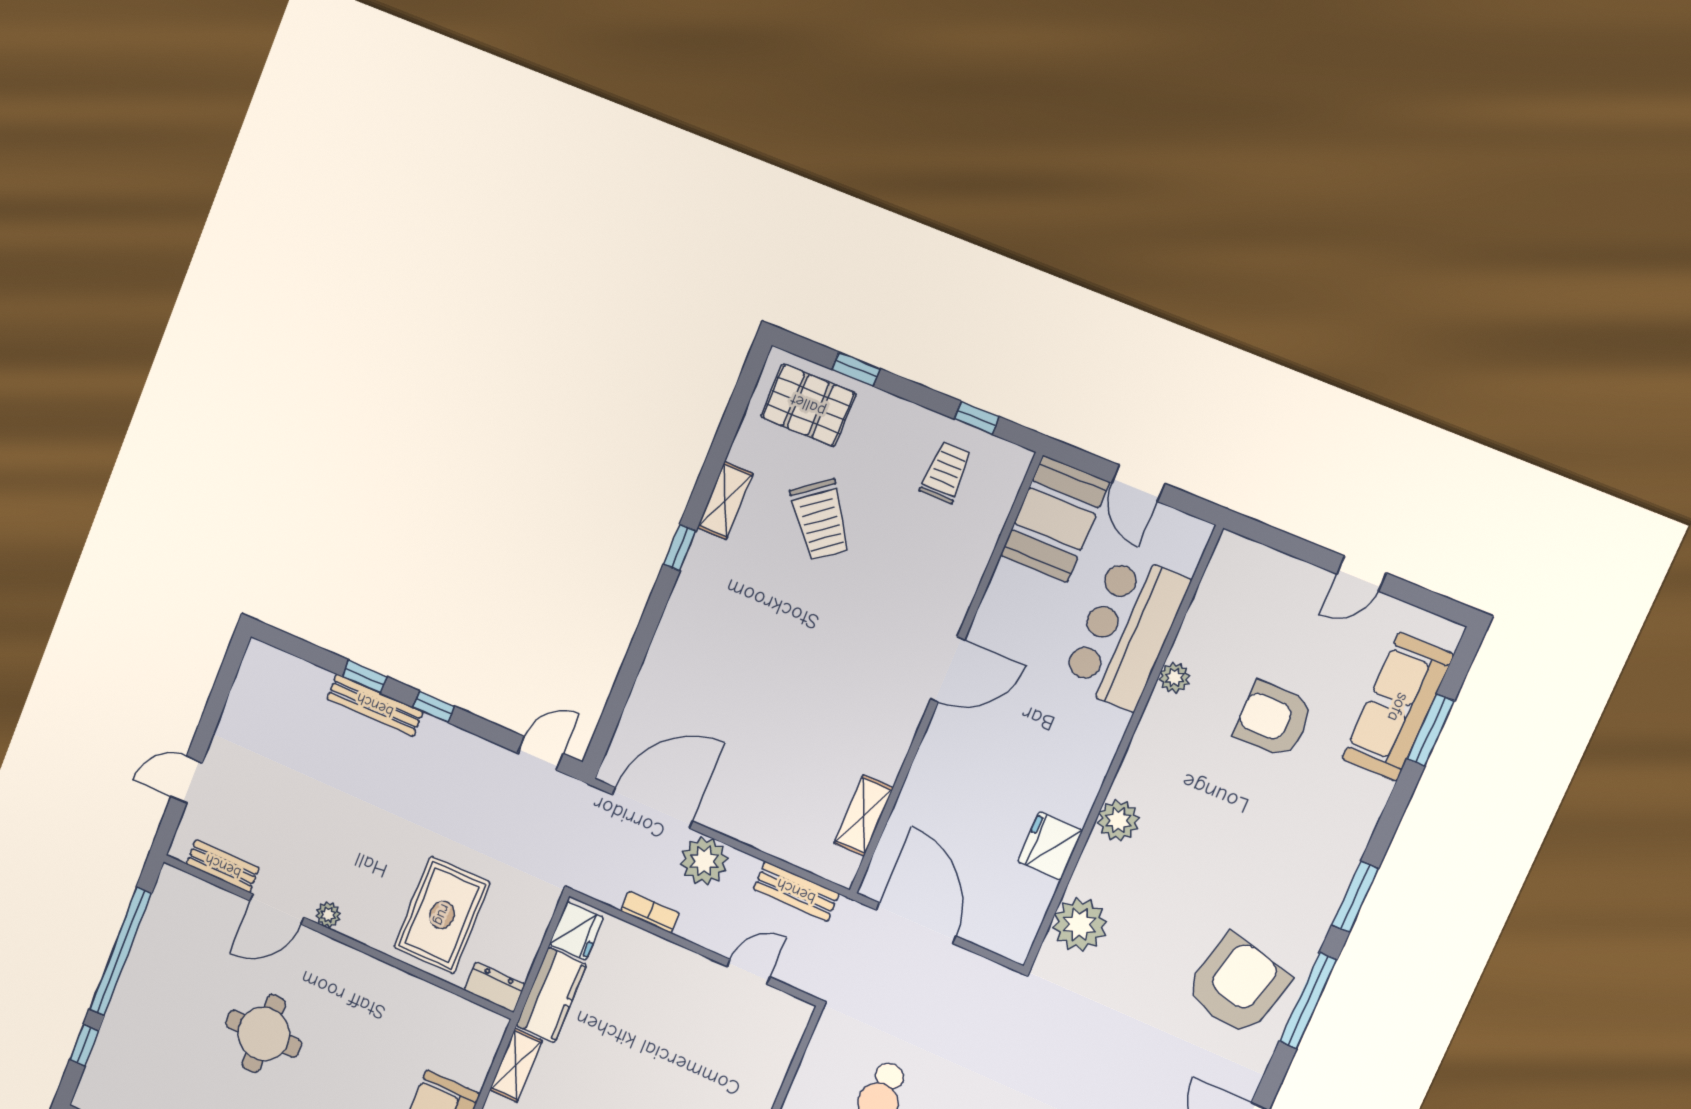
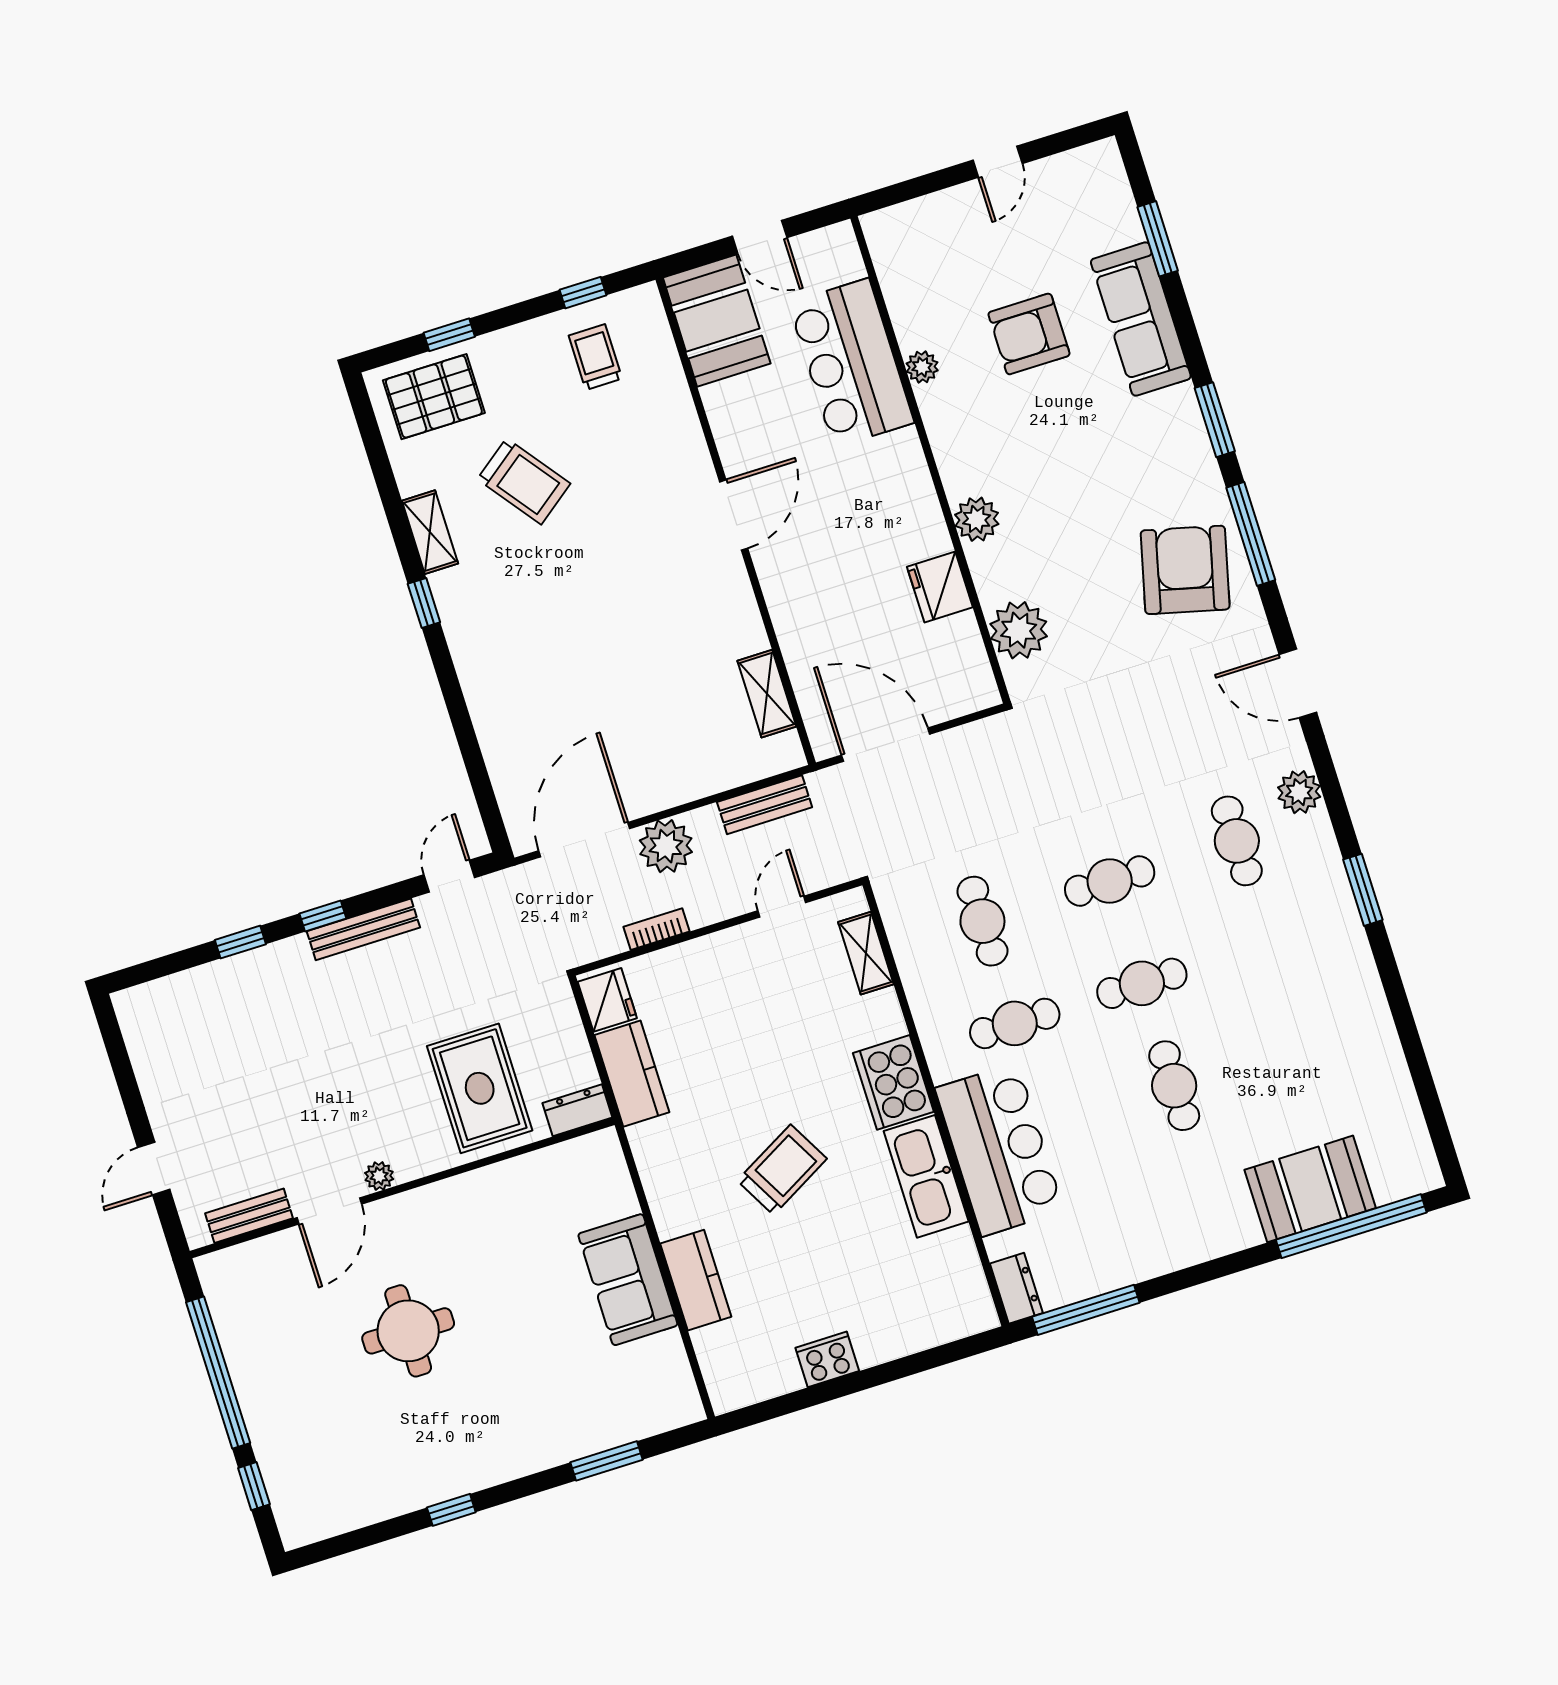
bench: (375, 705) -> (363, 929), moved
sofa: (1398, 707) -> (1141, 319), moved
shelving: (516, 1065) -> (866, 953), moved

